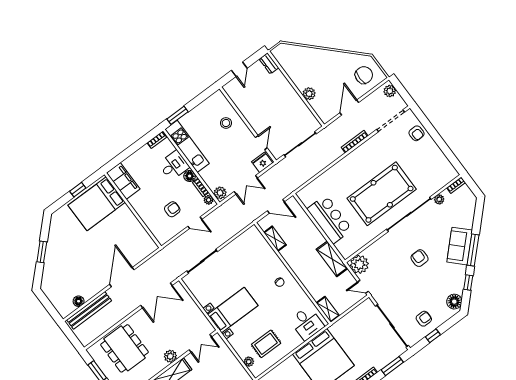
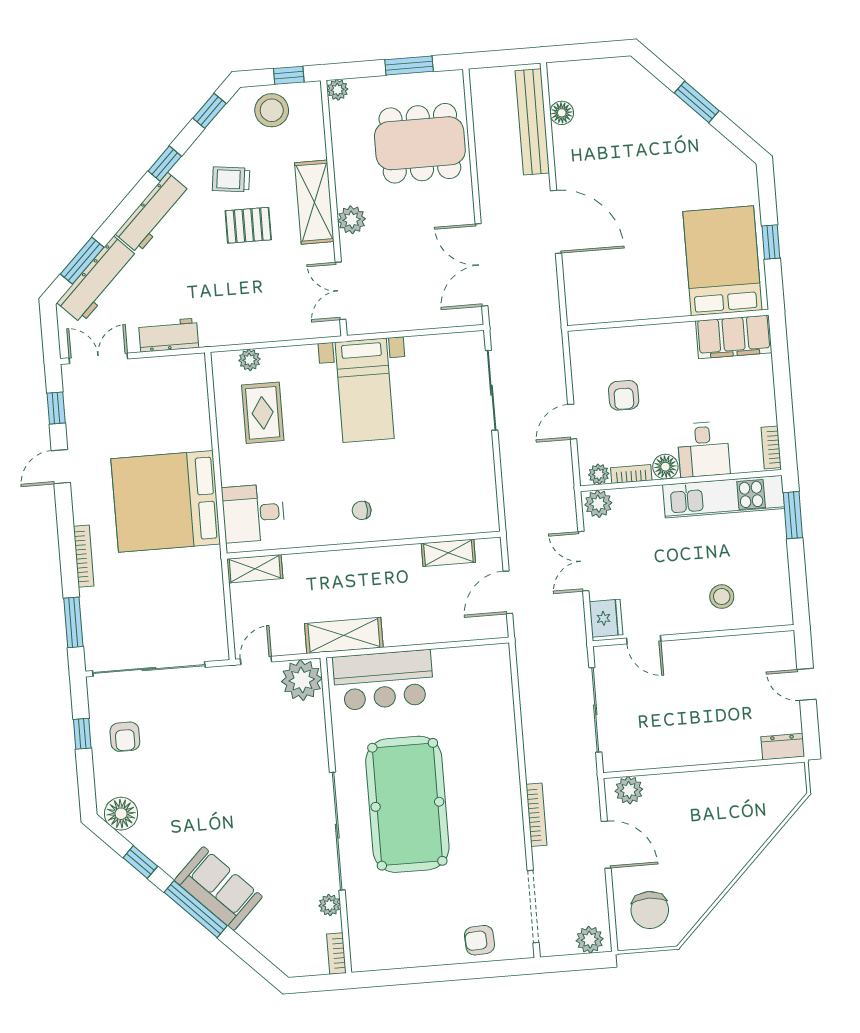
plant: (309, 94) -> (629, 790), moved
bar counter: (330, 219) -> (383, 680), moved
armchair: (420, 258) -> (243, 800), removed

